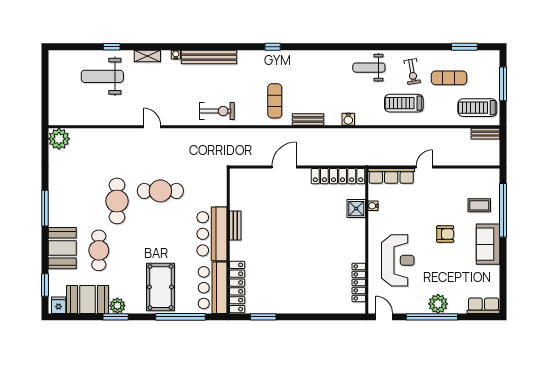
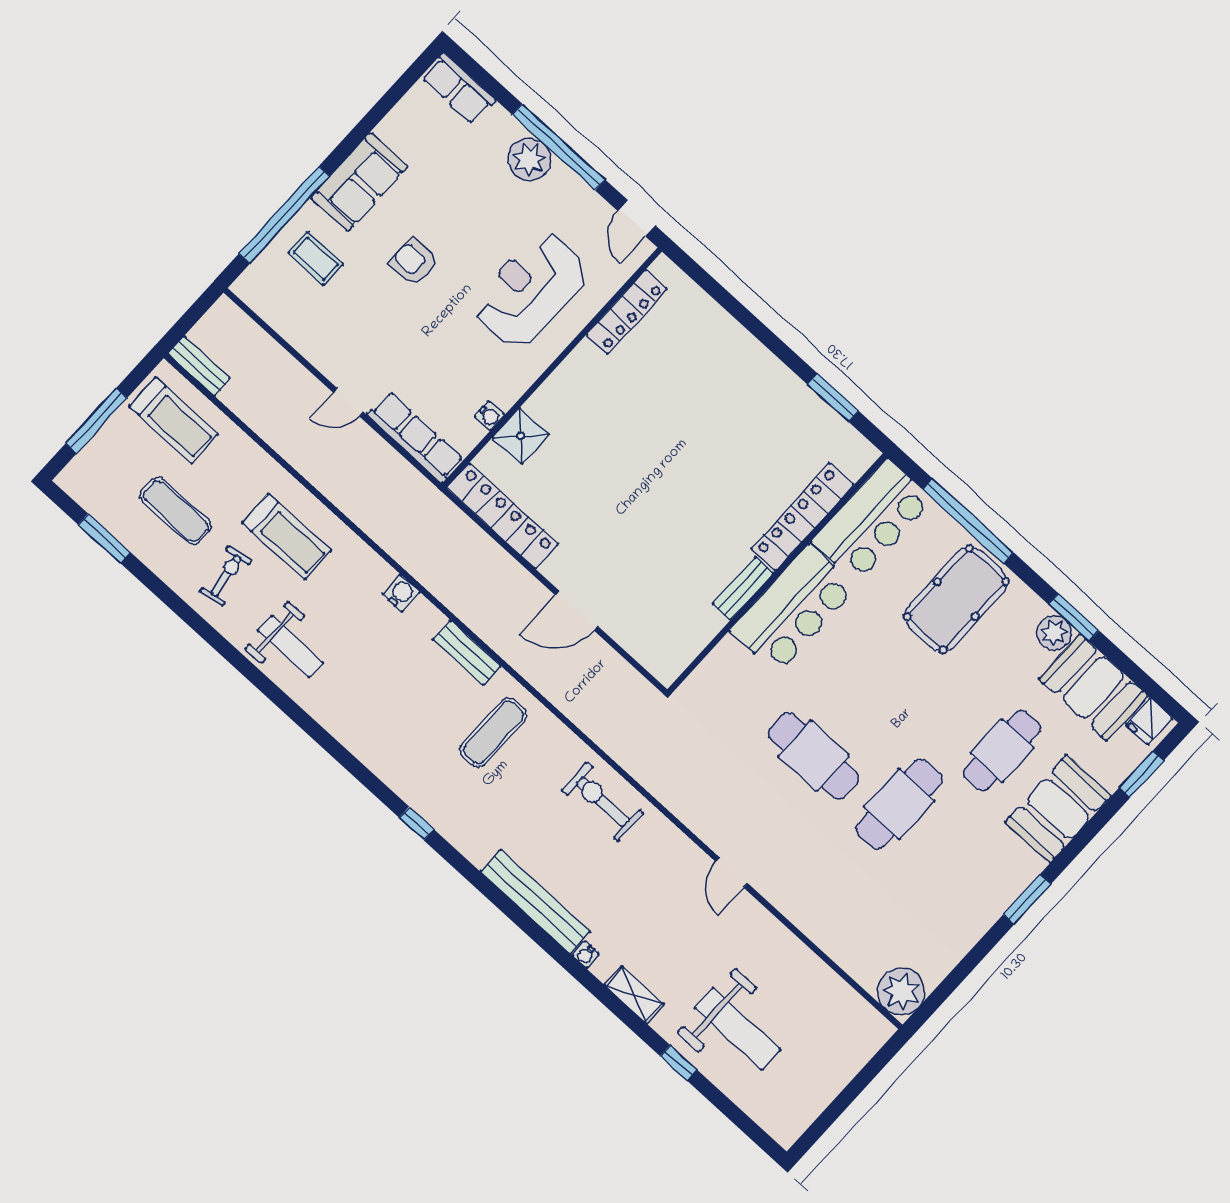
window: (45, 208) -> (1027, 899), width x0.69
locker: (237, 287) -> (803, 517), moved

